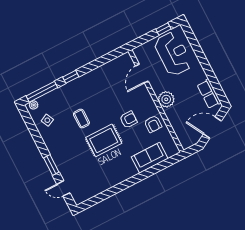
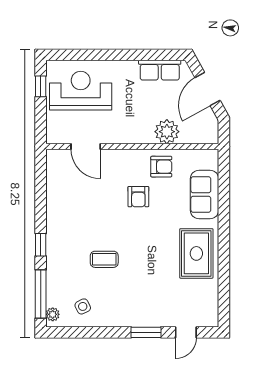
plant: (166, 99) -> (167, 132), moved
armchair: (128, 120) -> (138, 197), turned 180
rug: (104, 140) -> (196, 253), moved

